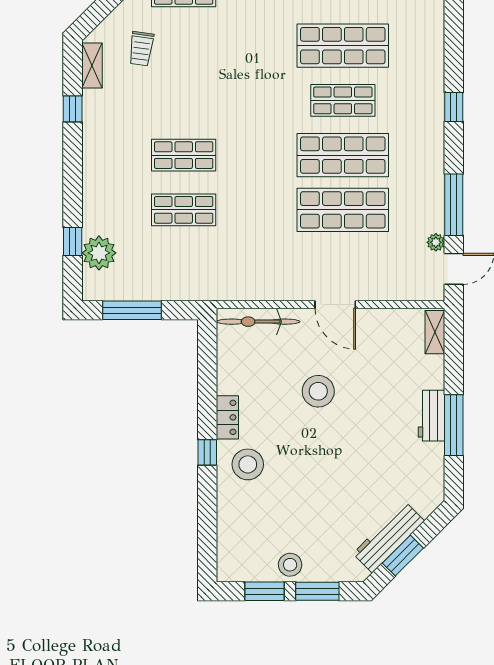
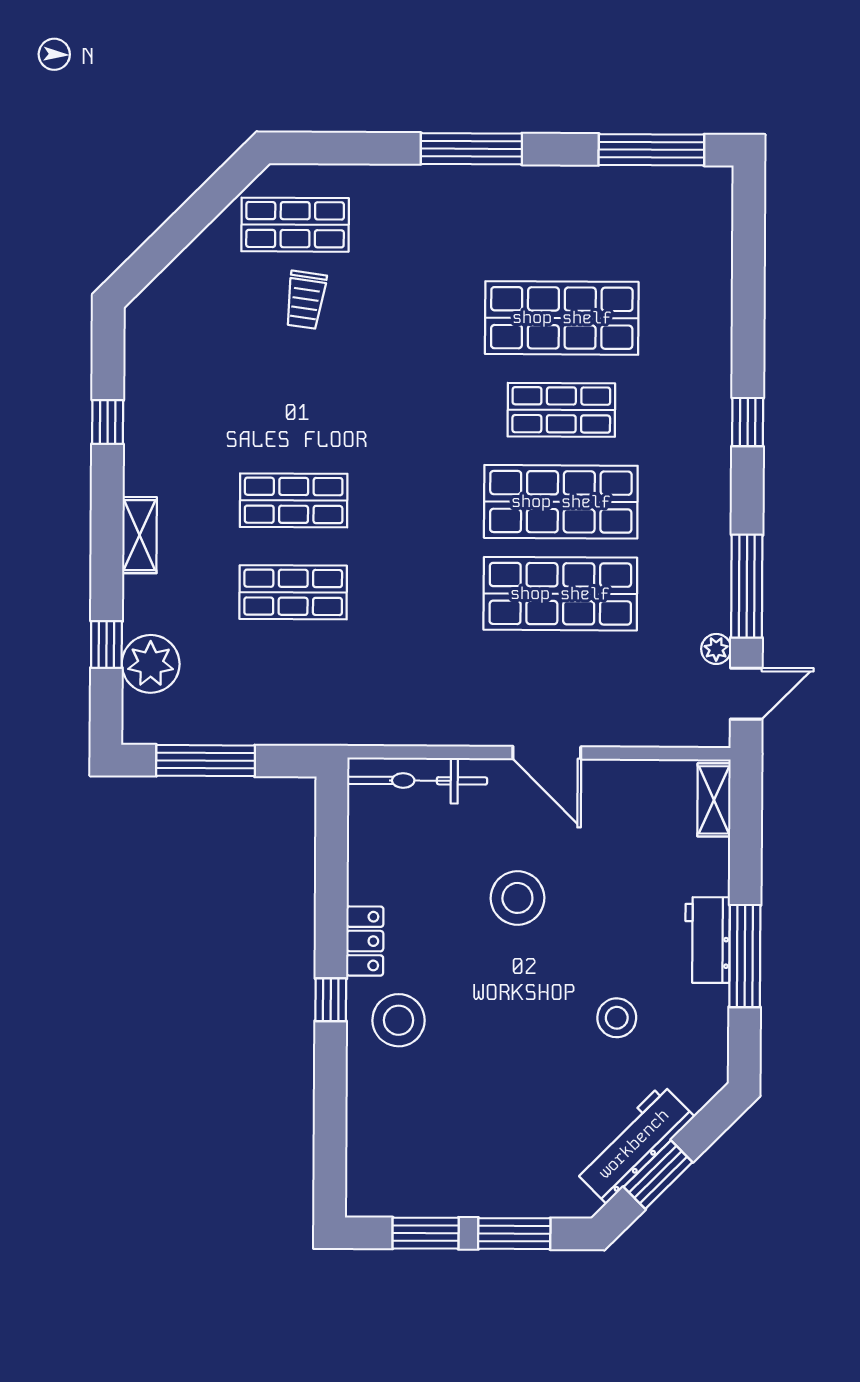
trolley: (141, 49) -> (305, 300), moved
shelving: (92, 65) -> (139, 535), moved
stool: (290, 565) -> (617, 1018), moved

